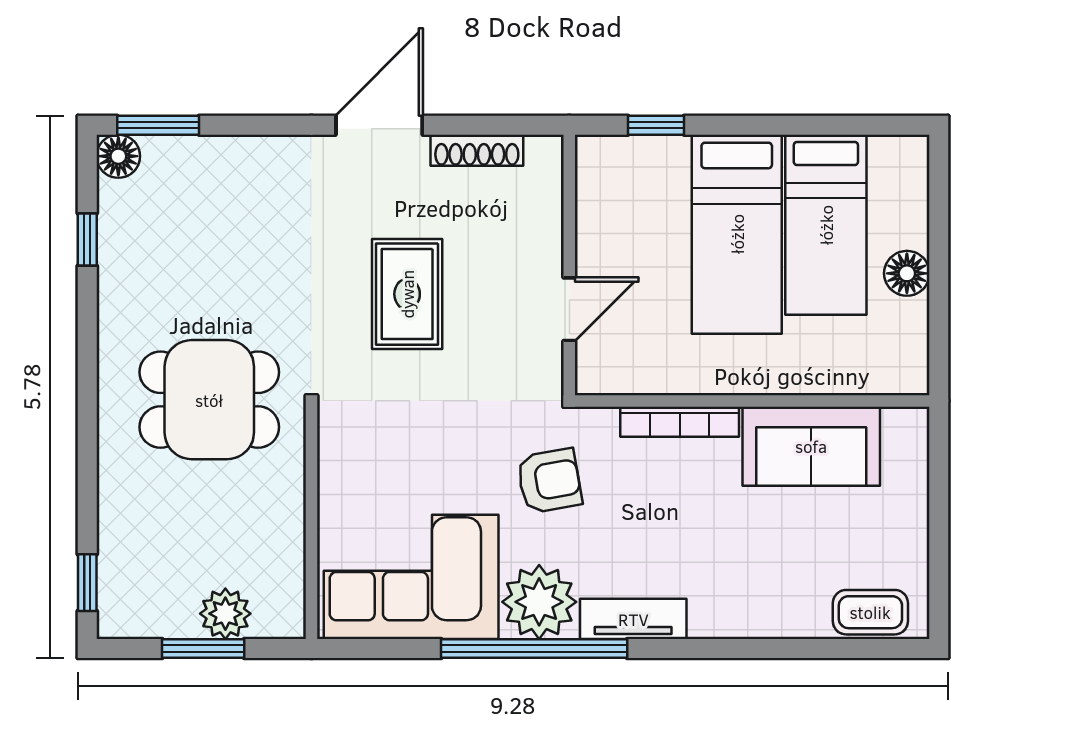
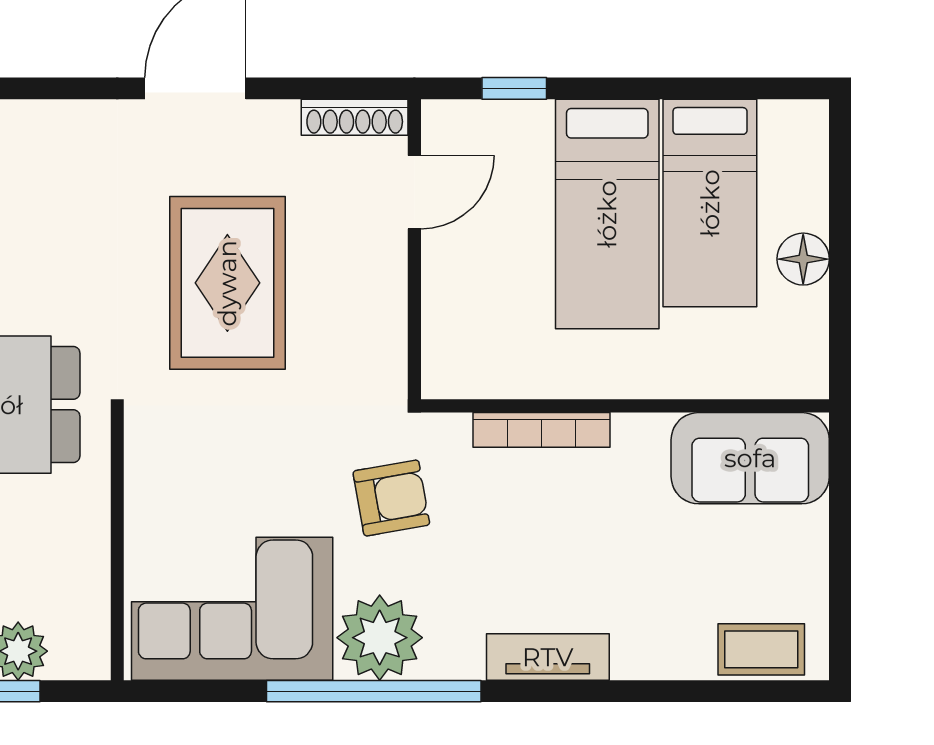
shoe rack: (477, 150) -> (355, 117), moved
rug: (407, 294) -> (227, 283), width x1.36, depth x1.43
door: (569, 309) -> (414, 192), moved
sofa: (811, 446) -> (750, 458), moved
tv unit: (633, 619) -> (548, 657), moved

